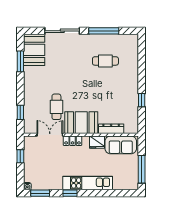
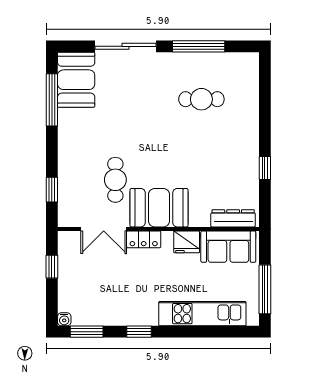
window: (20, 61) -> (52, 100), width x1.44
dresser: (111, 129) -> (233, 218), moved
double door: (50, 135) -> (104, 229), swing flipped
kitchen unit: (88, 183) -> (202, 314), moved

